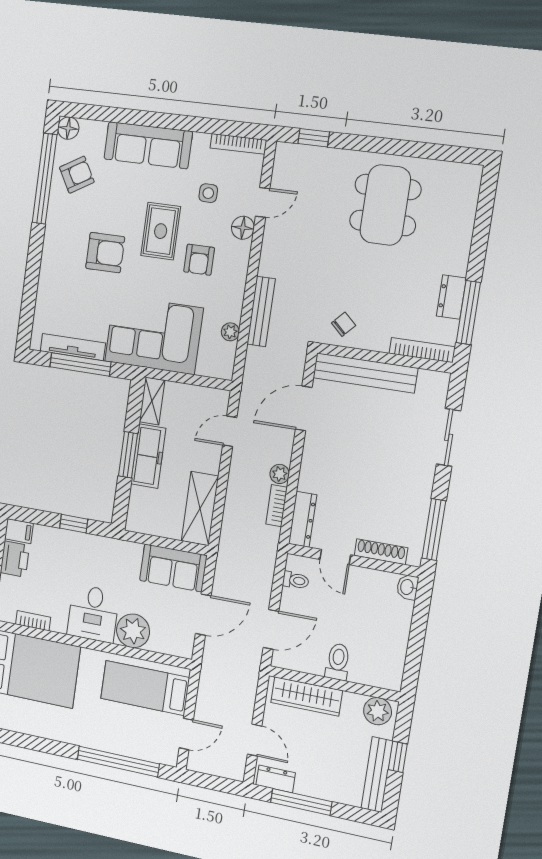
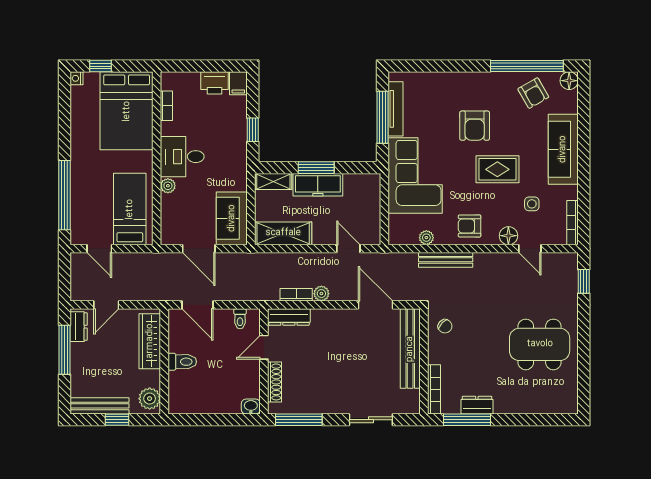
armchair: (199, 260) -> (470, 226), moved
shelving: (152, 401) -> (273, 182), moved
plant: (133, 631) -> (168, 186), width x0.53, depth x0.53

